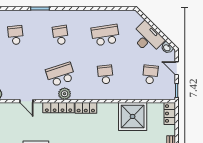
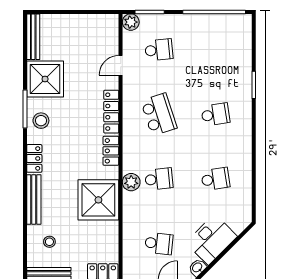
school desk: (16, 35) -> (159, 50), moved
school desk: (105, 35) -> (215, 179), width x0.54
plant: (65, 94) -> (131, 182), moved
shower: (133, 116) -> (98, 200), moved

